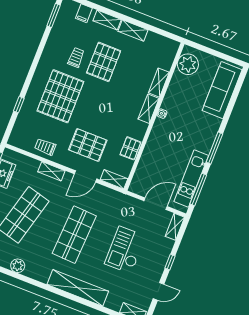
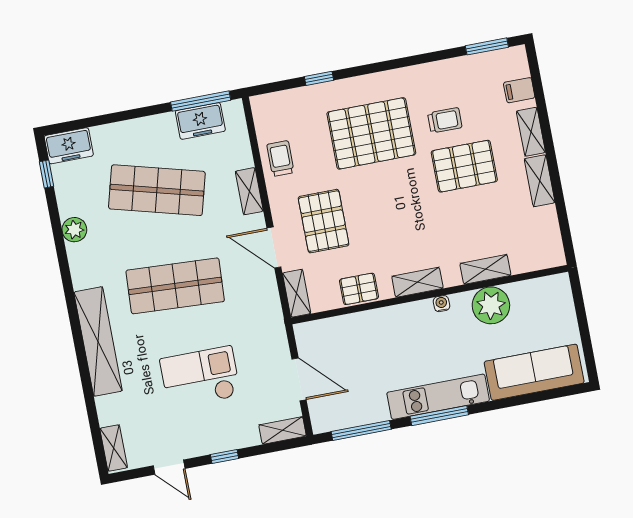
plant: (188, 64) -> (491, 305), moved
shelving: (149, 109) -> (417, 282), moved
kitchen unit: (191, 178) -> (438, 397), moved

